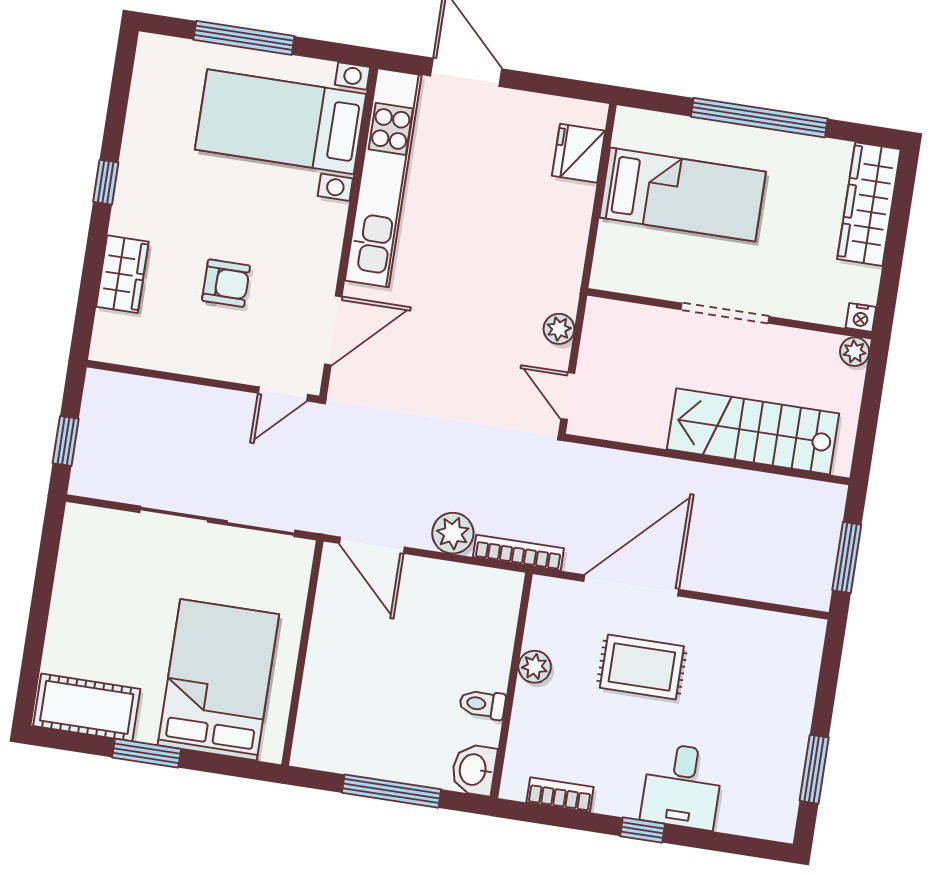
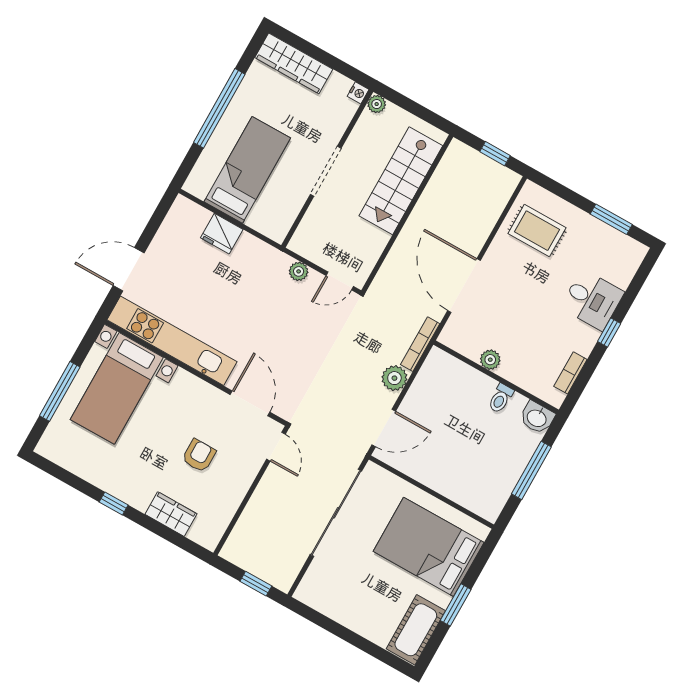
fridge: (579, 153) -> (222, 234), moved
window: (847, 558) -> (495, 154), width x0.67
rug: (642, 667) -> (537, 231), moved, turned 90

